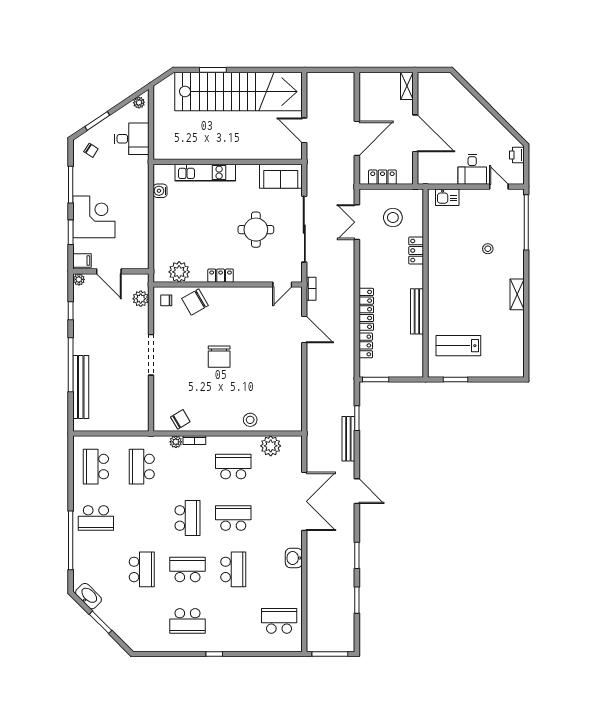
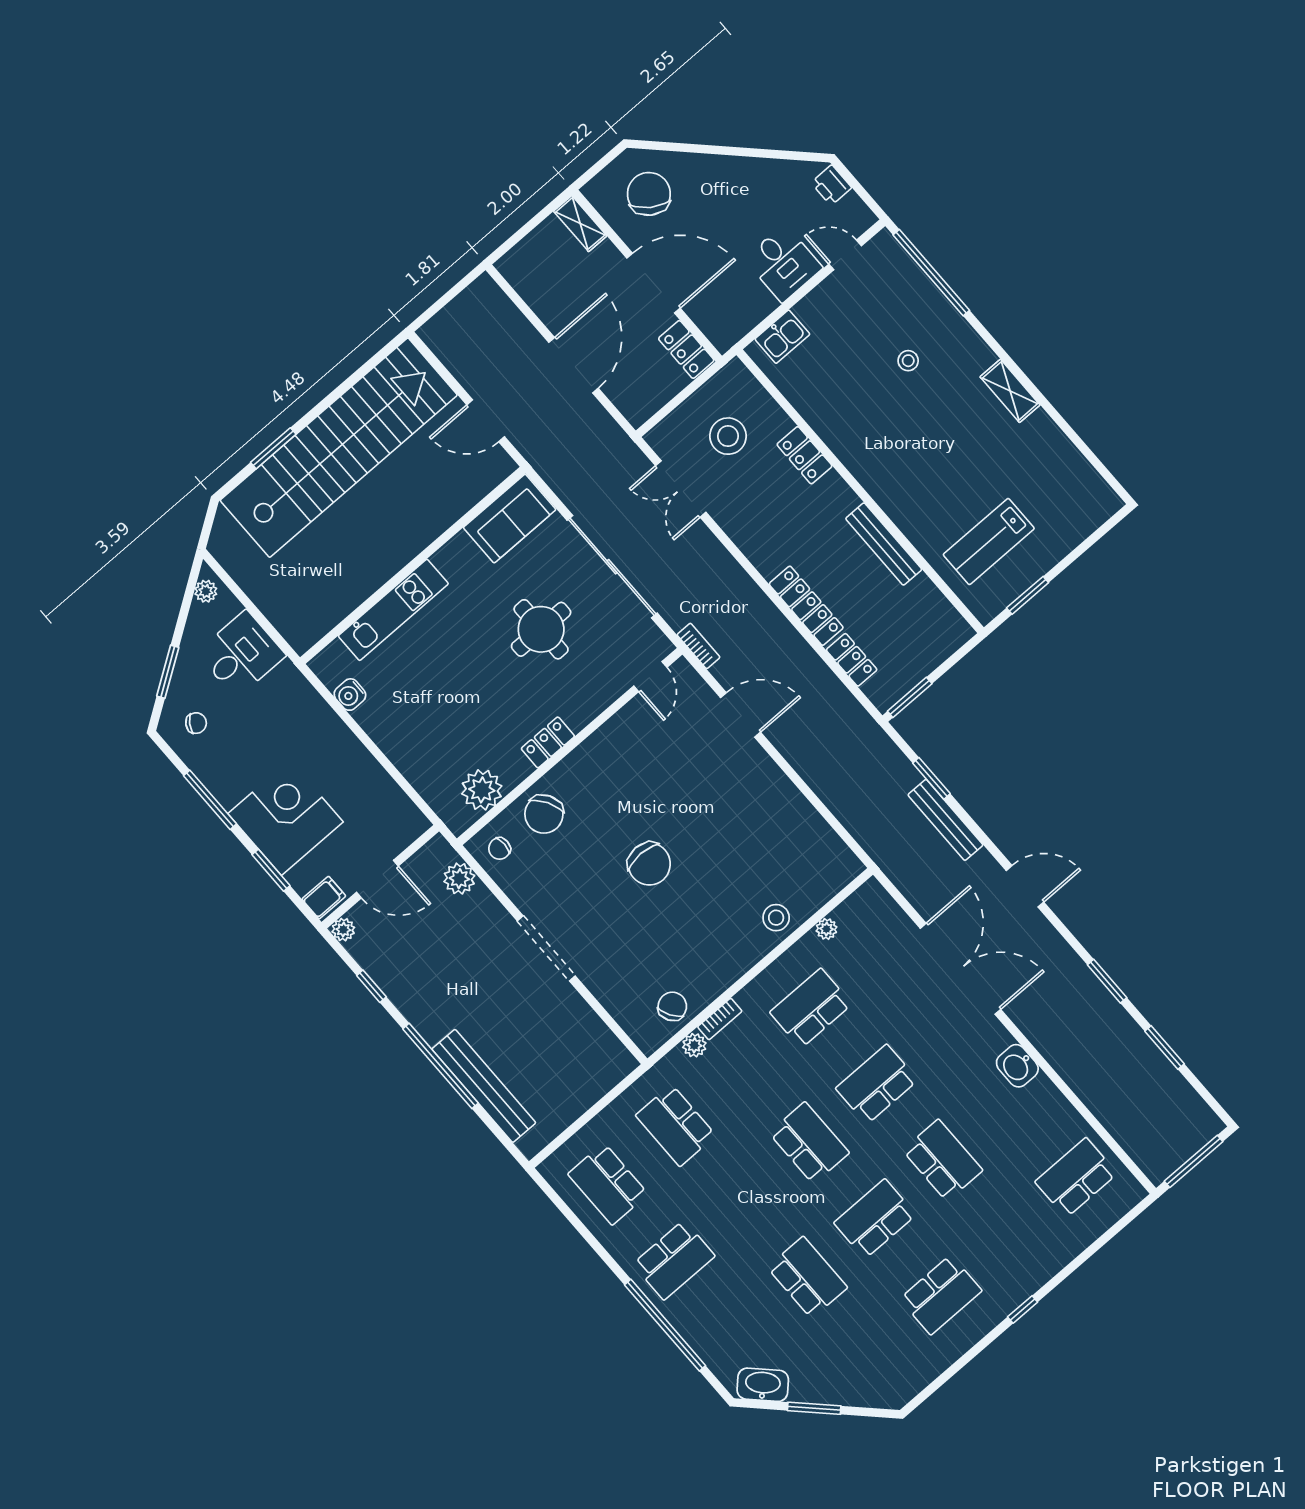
chair: (443, 97) -> (649, 194), added
locker: (382, 177) -> (686, 349), moved, turned -90
plant: (271, 446) -> (827, 929), width x0.53, depth x0.53

